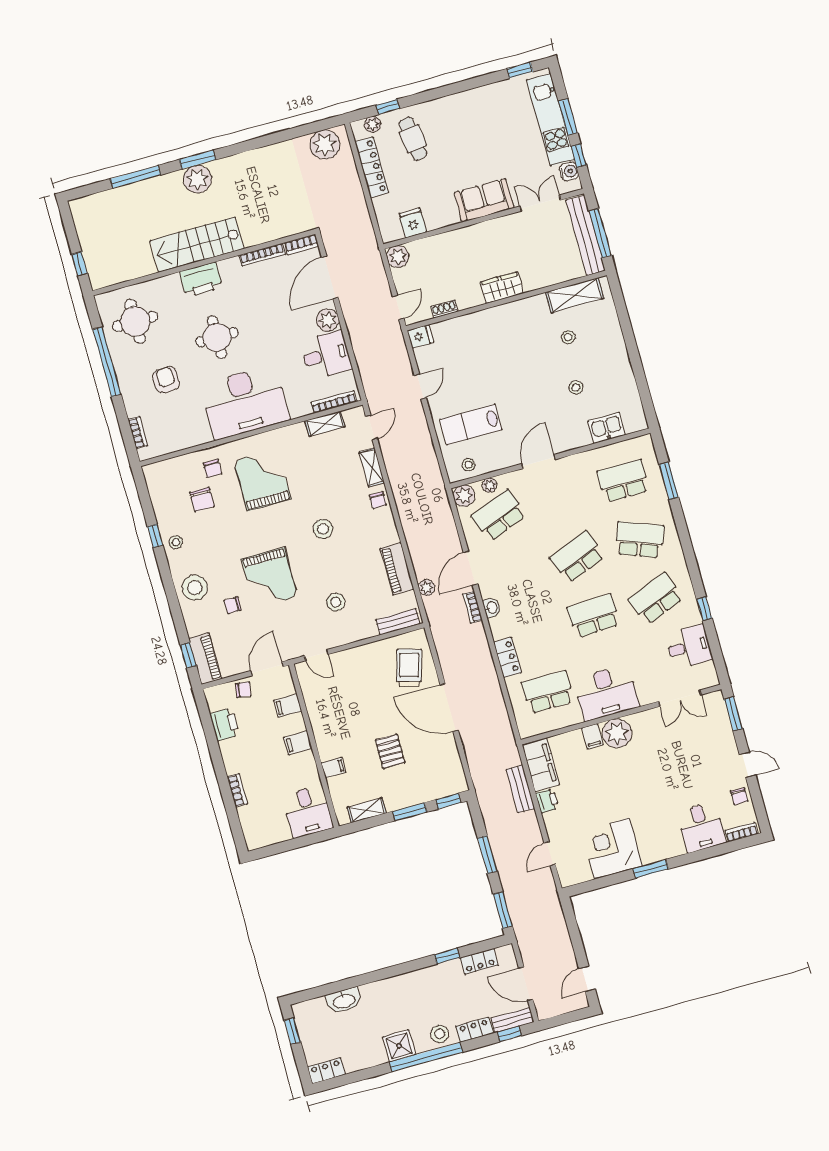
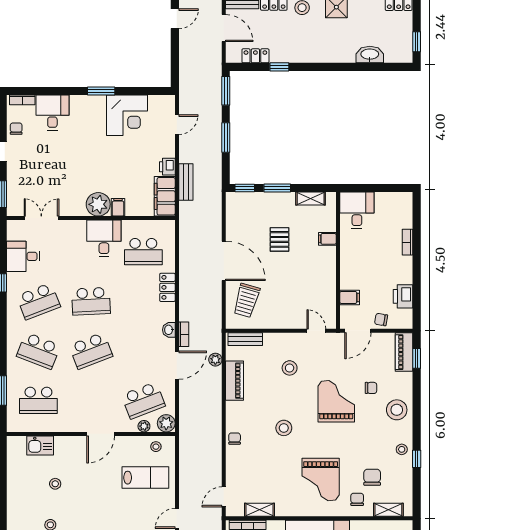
shelving: (372, 467) -> (388, 510), moved, turned 90
desk: (606, 693) -> (104, 238), width x0.73
filing cabinet: (298, 743) -> (350, 266), removed

